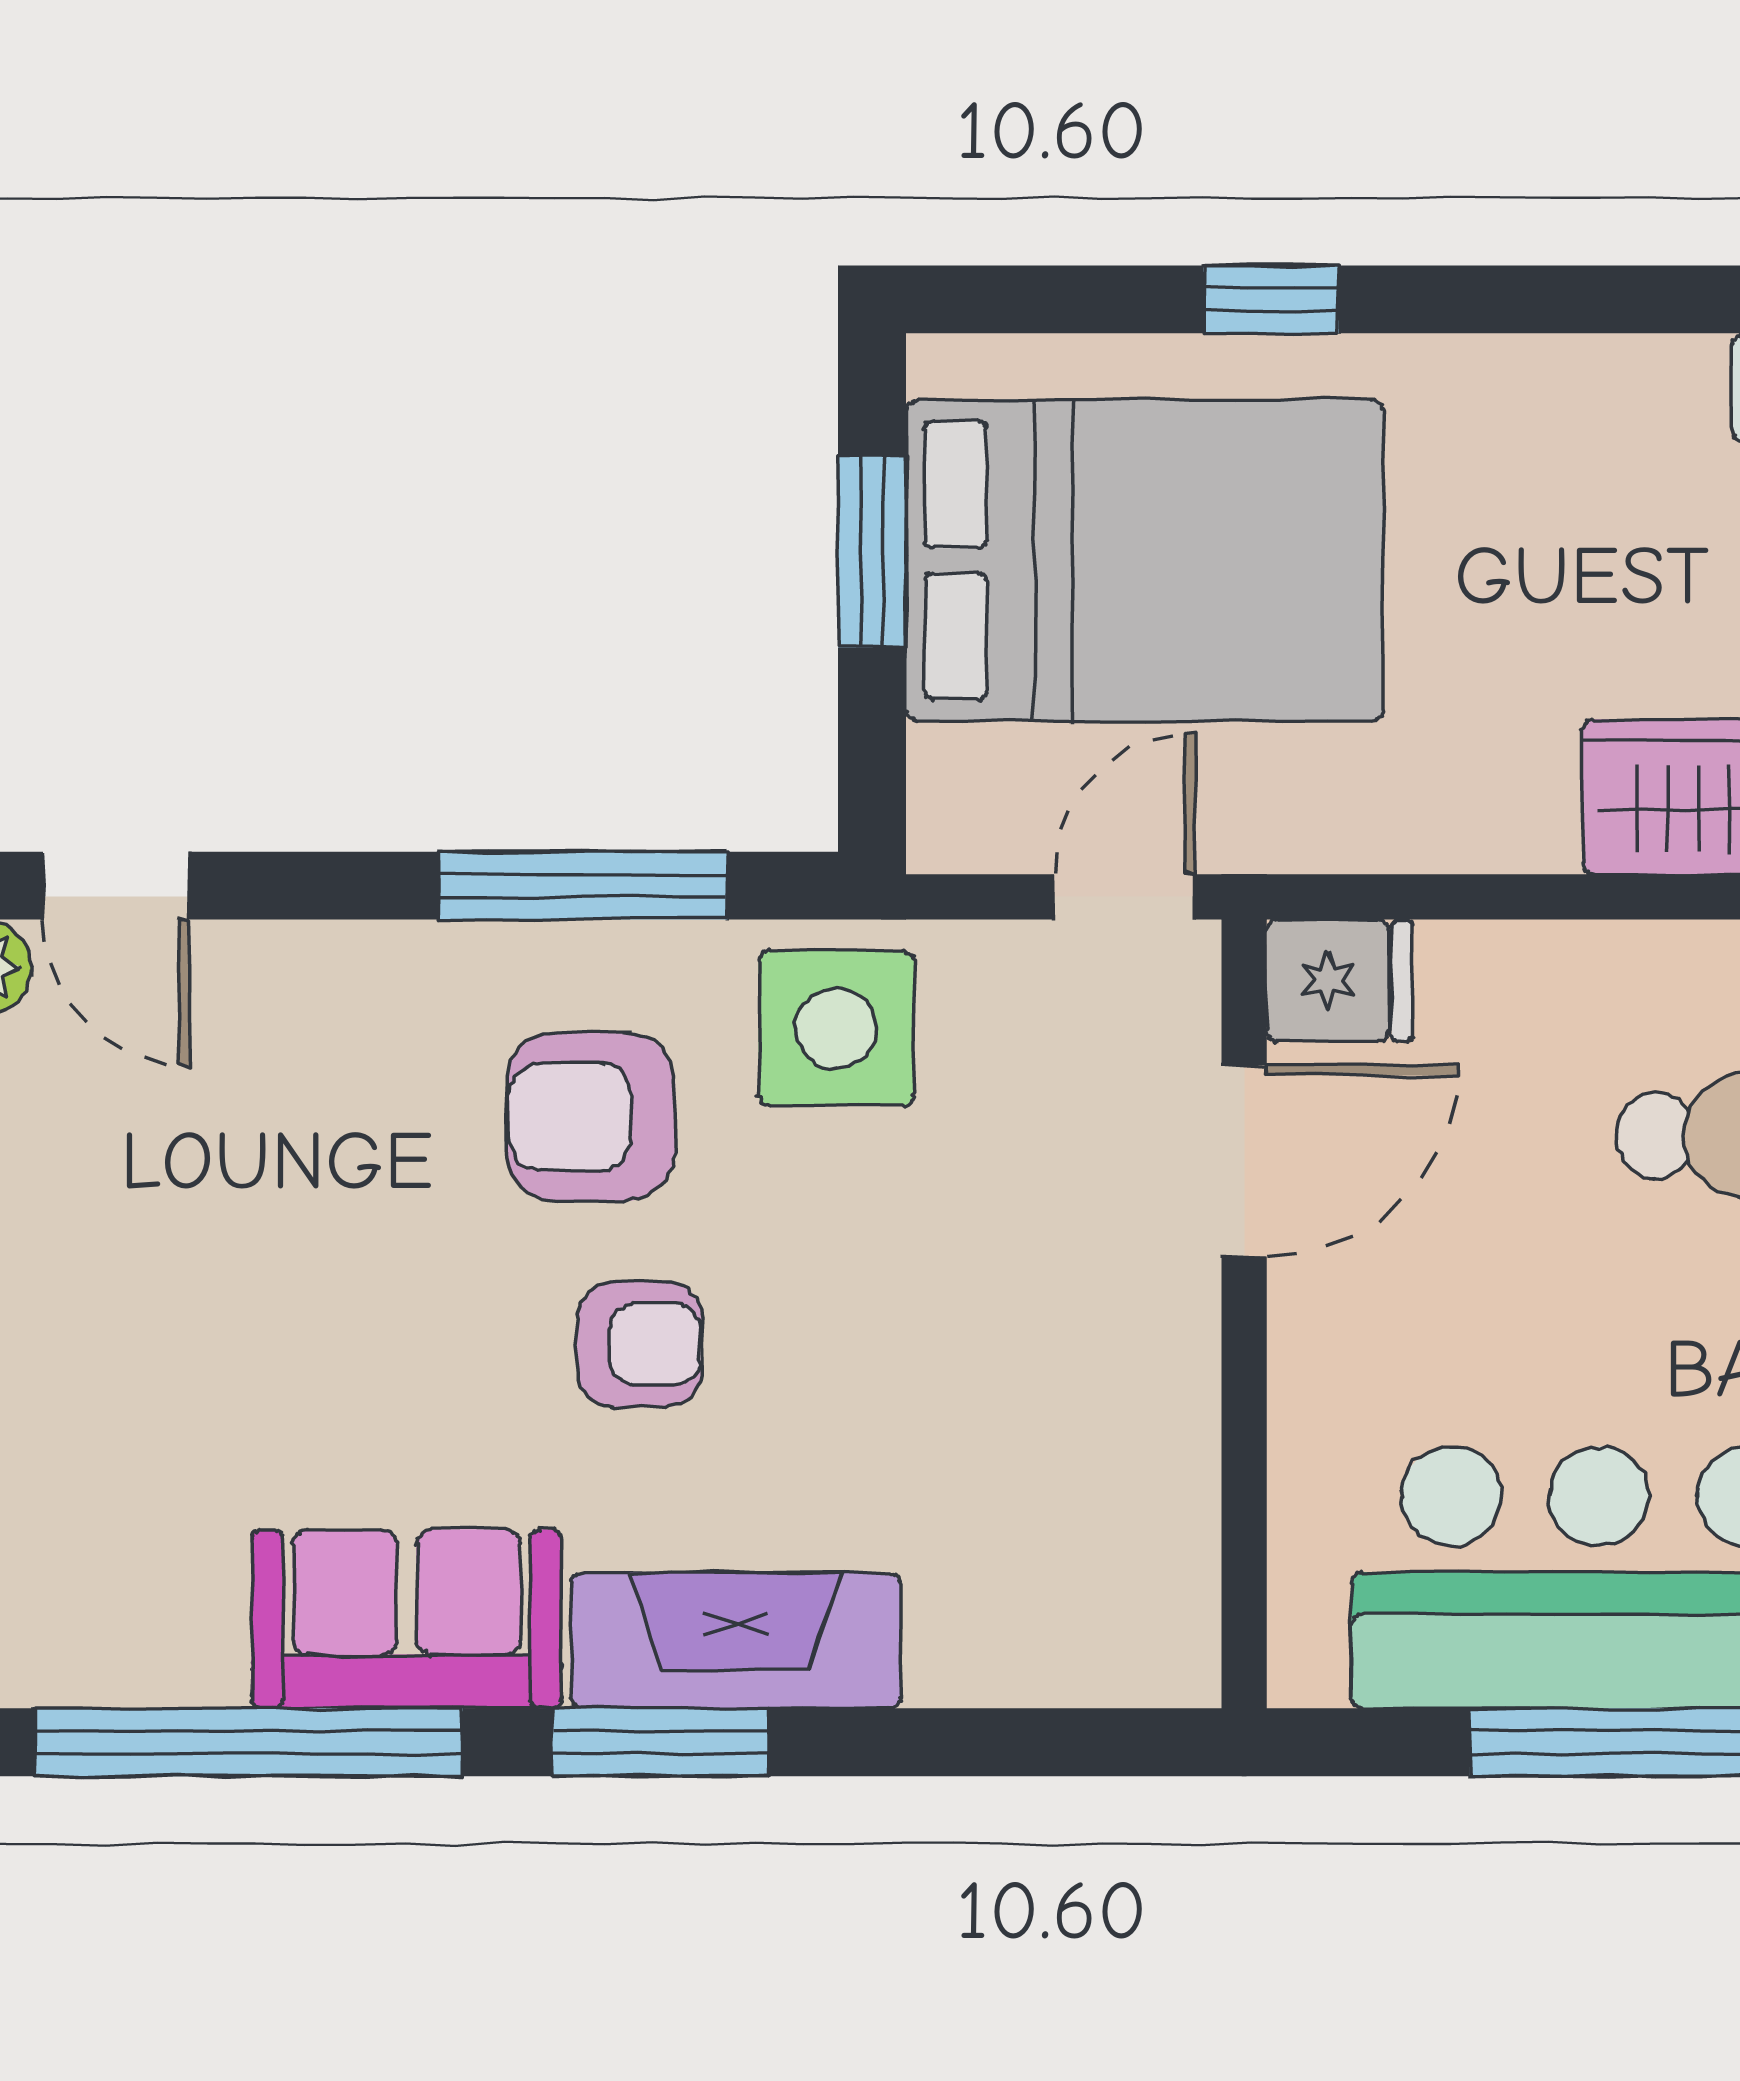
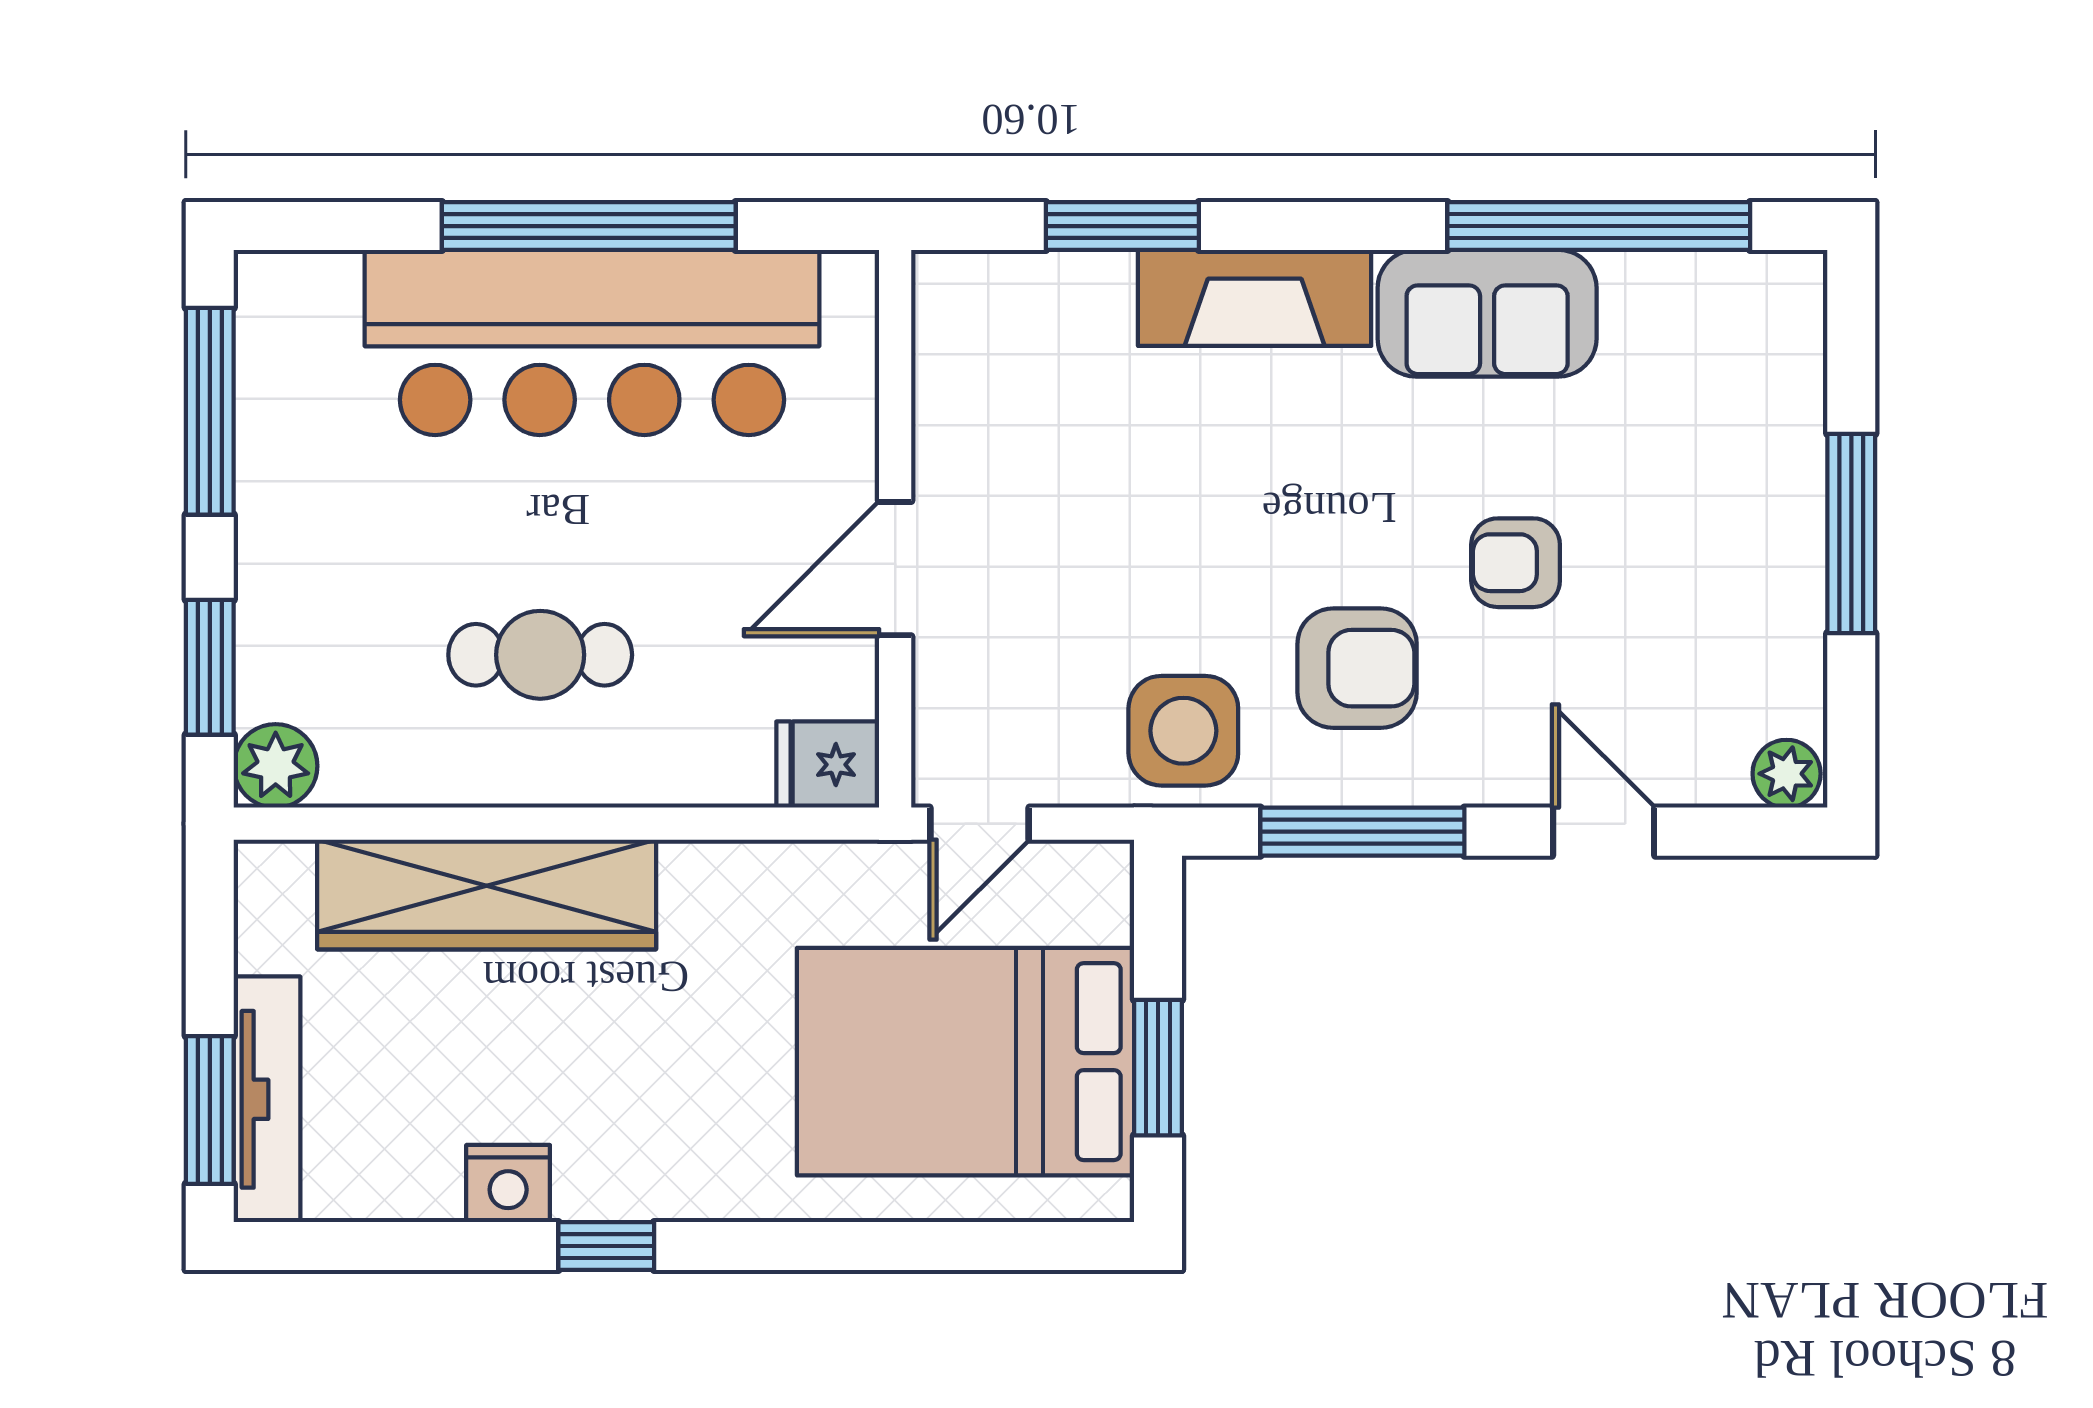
window: (1271, 299) -> (606, 1246), moved
door: (116, 886) -> (1604, 832), moved
door: (1244, 1161) -> (895, 569), moved
armchair: (640, 1344) -> (1516, 563), moved
window: (660, 1742) -> (1122, 226), moved

